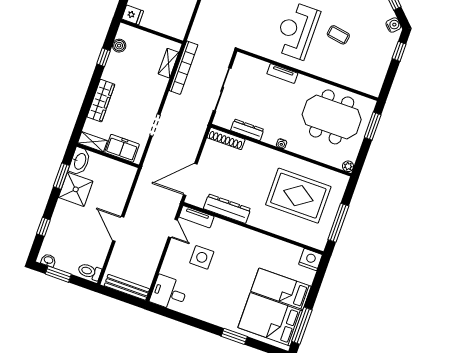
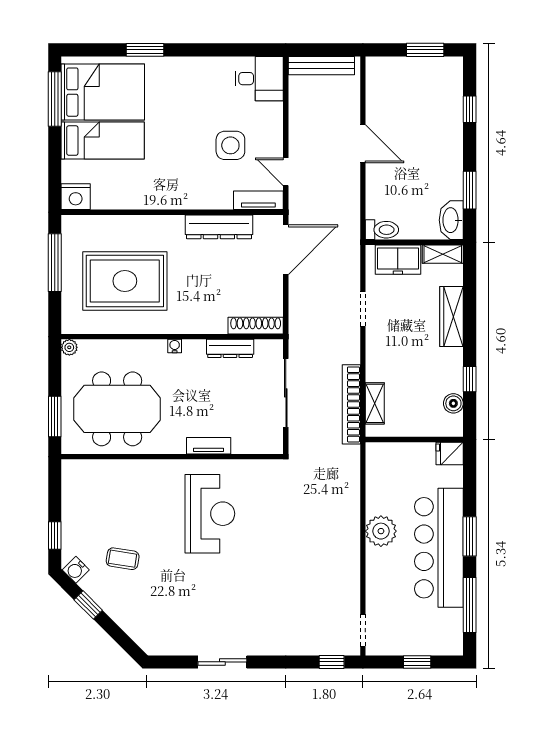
coffee table: (338, 35) -> (123, 559), moved
shower: (76, 189) -> (443, 178), removed
washbasin: (48, 260) -> (446, 64), removed
toilet: (90, 272) -> (382, 230), moved

